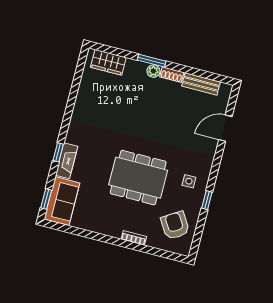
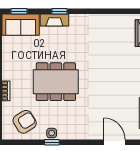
dining table: (138, 178) -> (56, 82), turned 90
side table: (189, 181) -> (52, 133), moved

